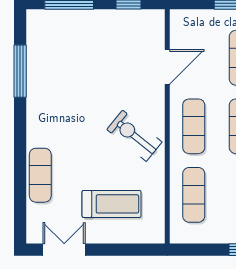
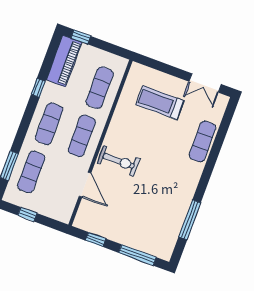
door: (167, 67) -> (85, 185), swing flipped
exercise bike: (134, 136) -> (119, 161), moved, turned -39

